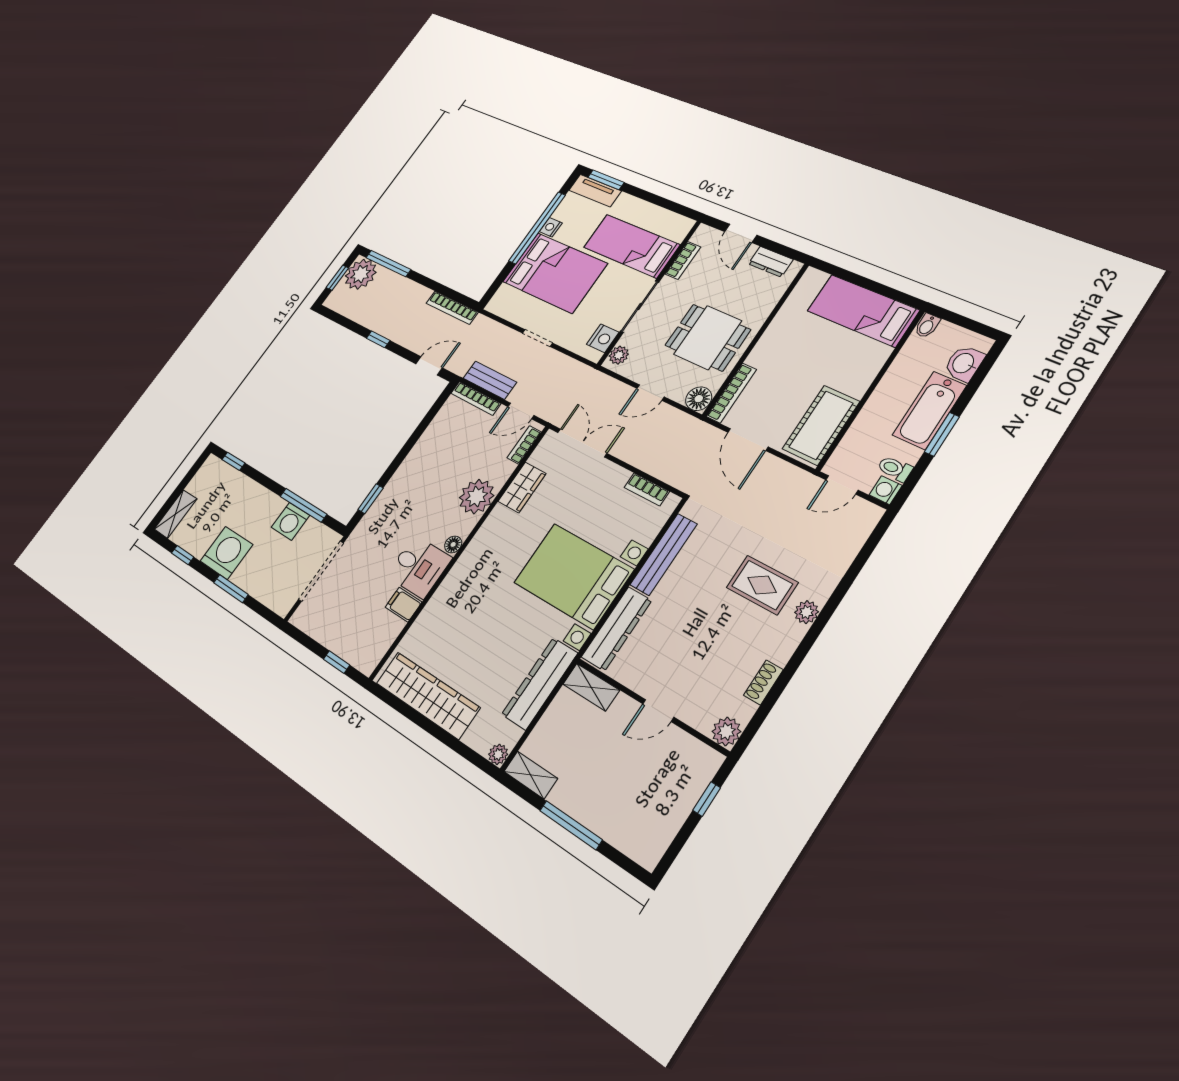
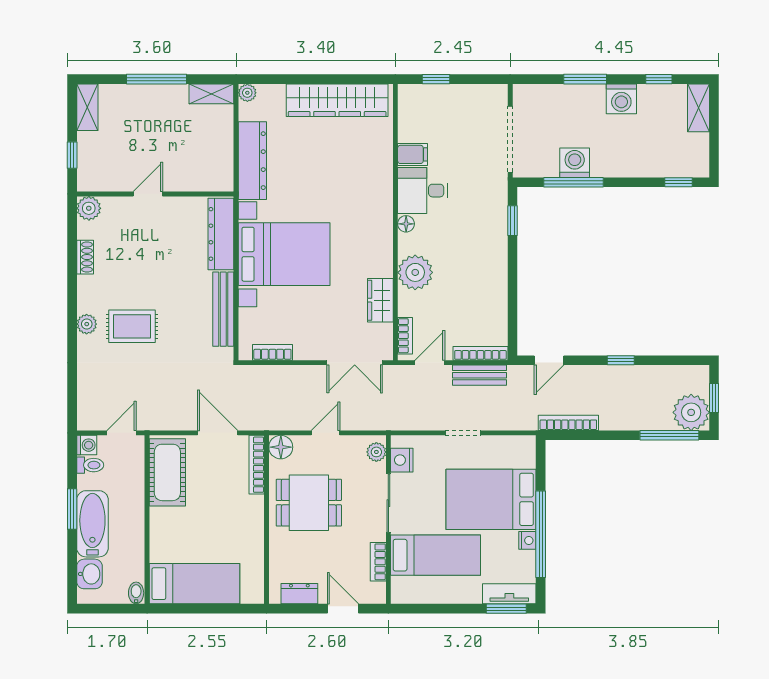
washing machine: (226, 553) -> (621, 99), width x0.73, depth x0.73
shelving: (591, 687) -> (87, 107), moved, turned 90

